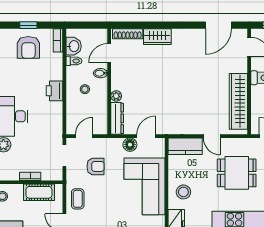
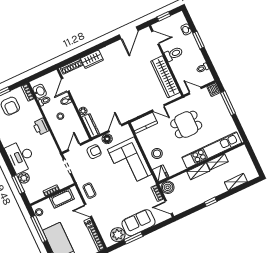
armchair: (96, 166) -> (94, 152), moved

